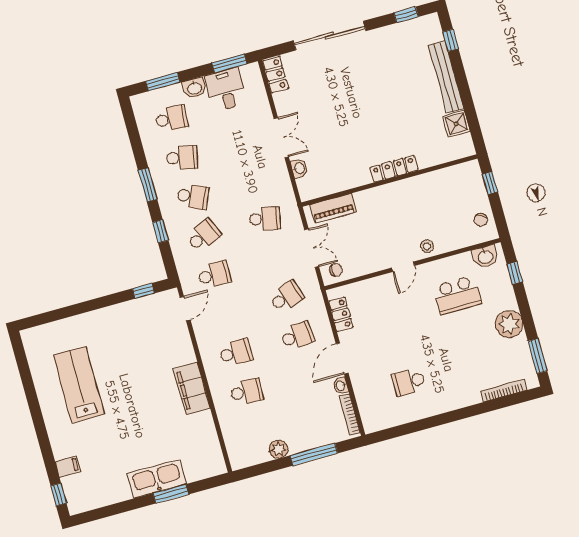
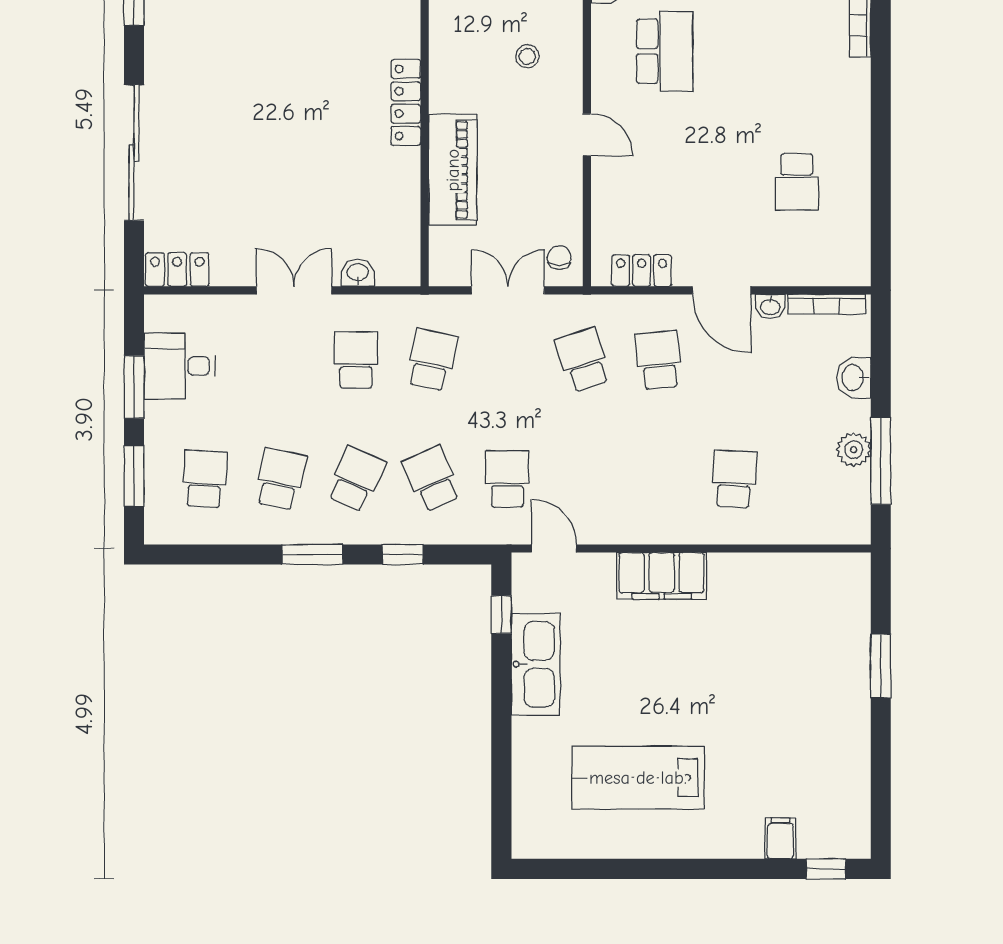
window: (229, 63) -> (134, 387), moved
washbasin: (195, 88) -> (854, 378), moved, turned 180
piano: (333, 208) -> (453, 170), moved, width x1.37, depth x1.33
stool: (427, 246) -> (527, 56), moved
school desk: (236, 353) -> (356, 360), moved
filing cabinet: (192, 388) -> (662, 576), moved
window: (314, 454) -> (881, 461), moved
kitchen sink: (157, 479) -> (536, 664), moved, turned 180

